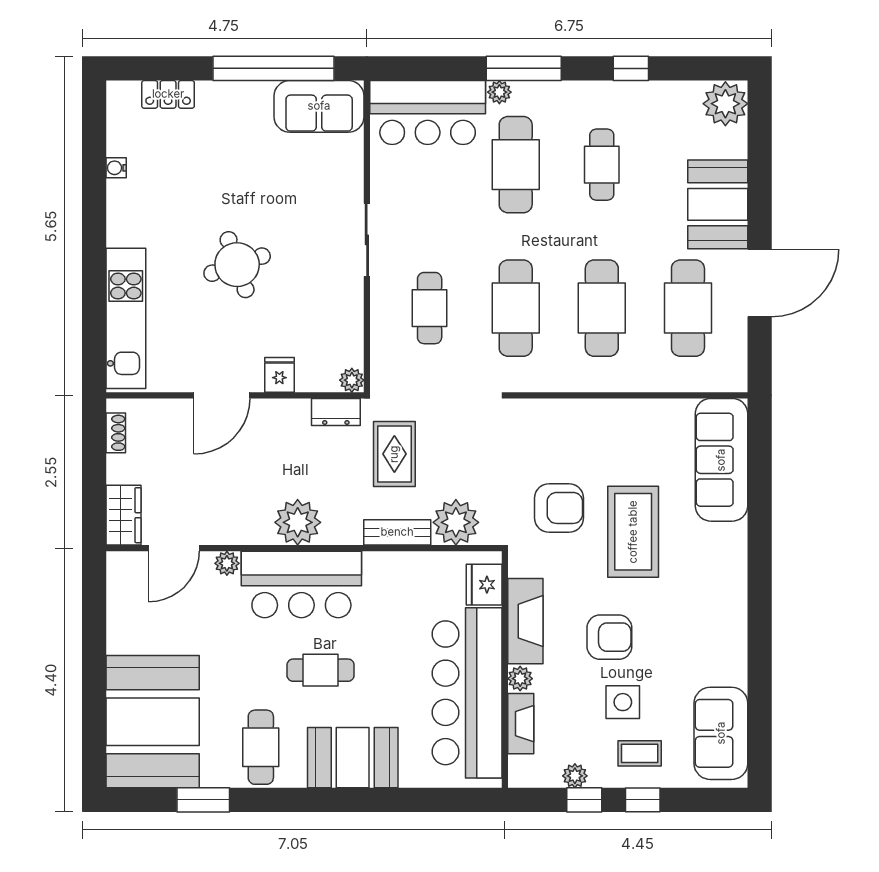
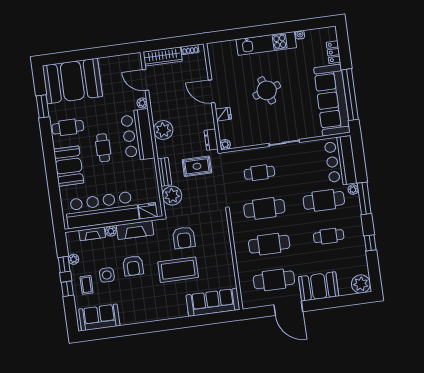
sofa: (319, 106) -> (332, 100), width x1.85, depth x1.27
kitchen unit: (126, 318) -> (266, 43), moved
wardrobe: (123, 515) -> (163, 56), width x1.50

